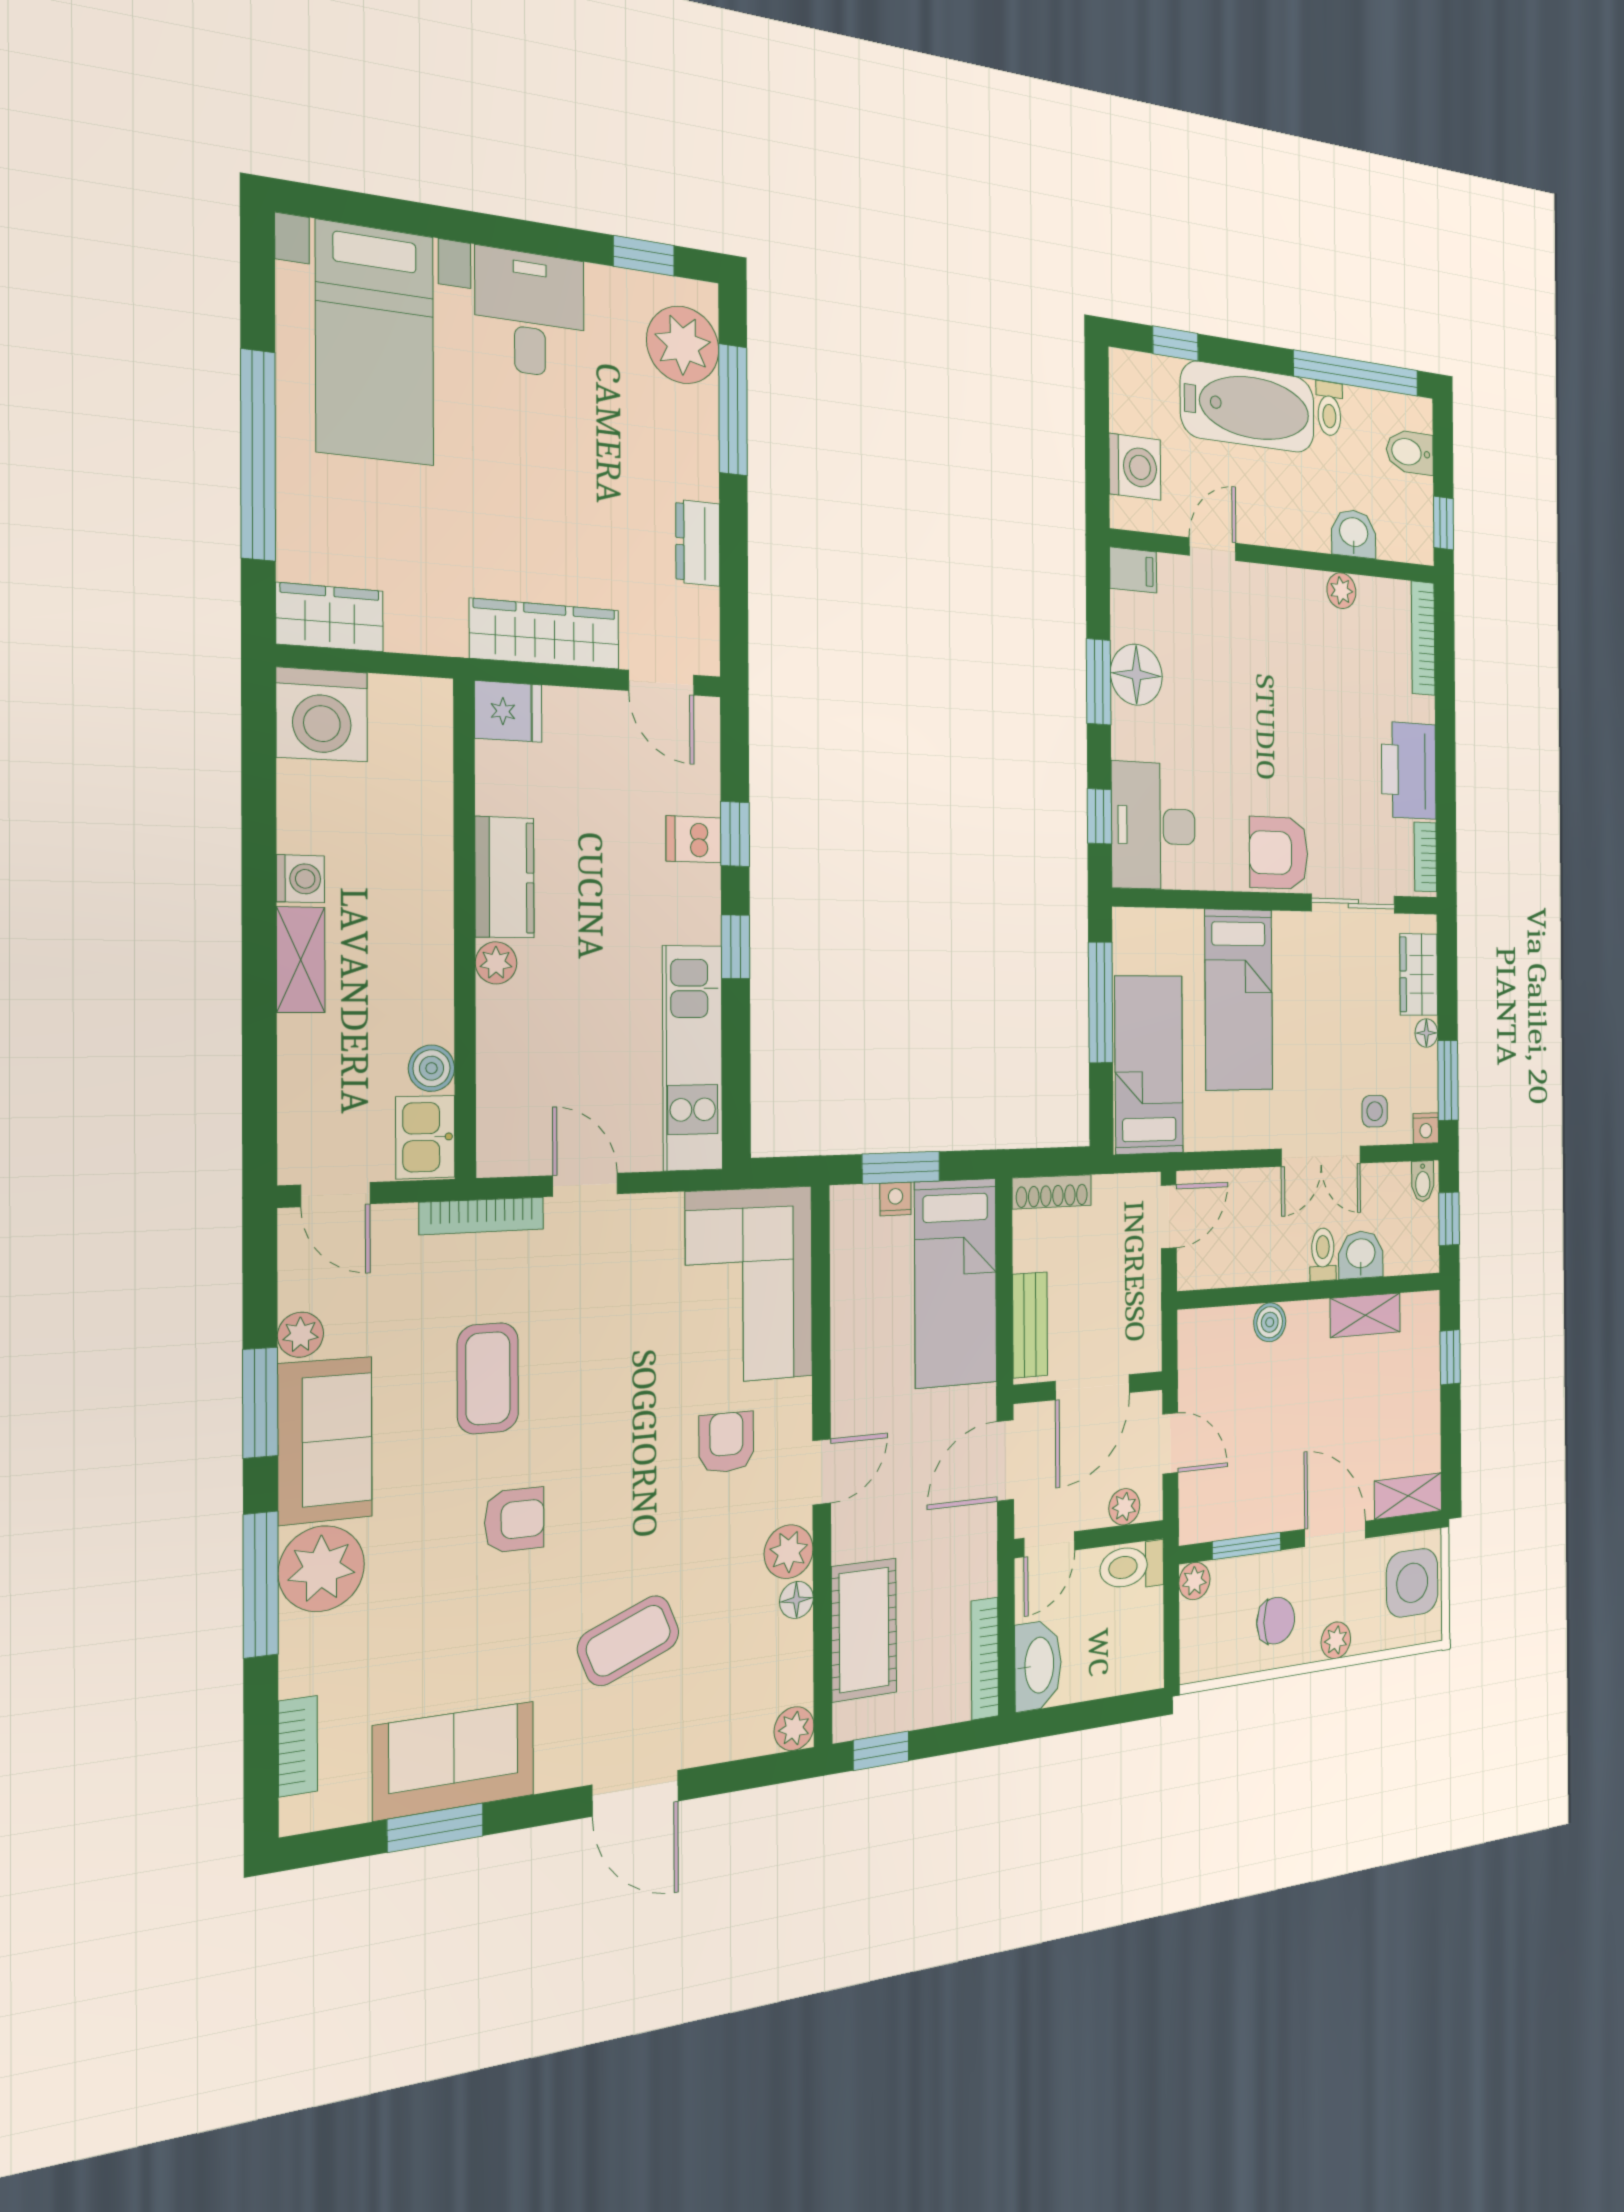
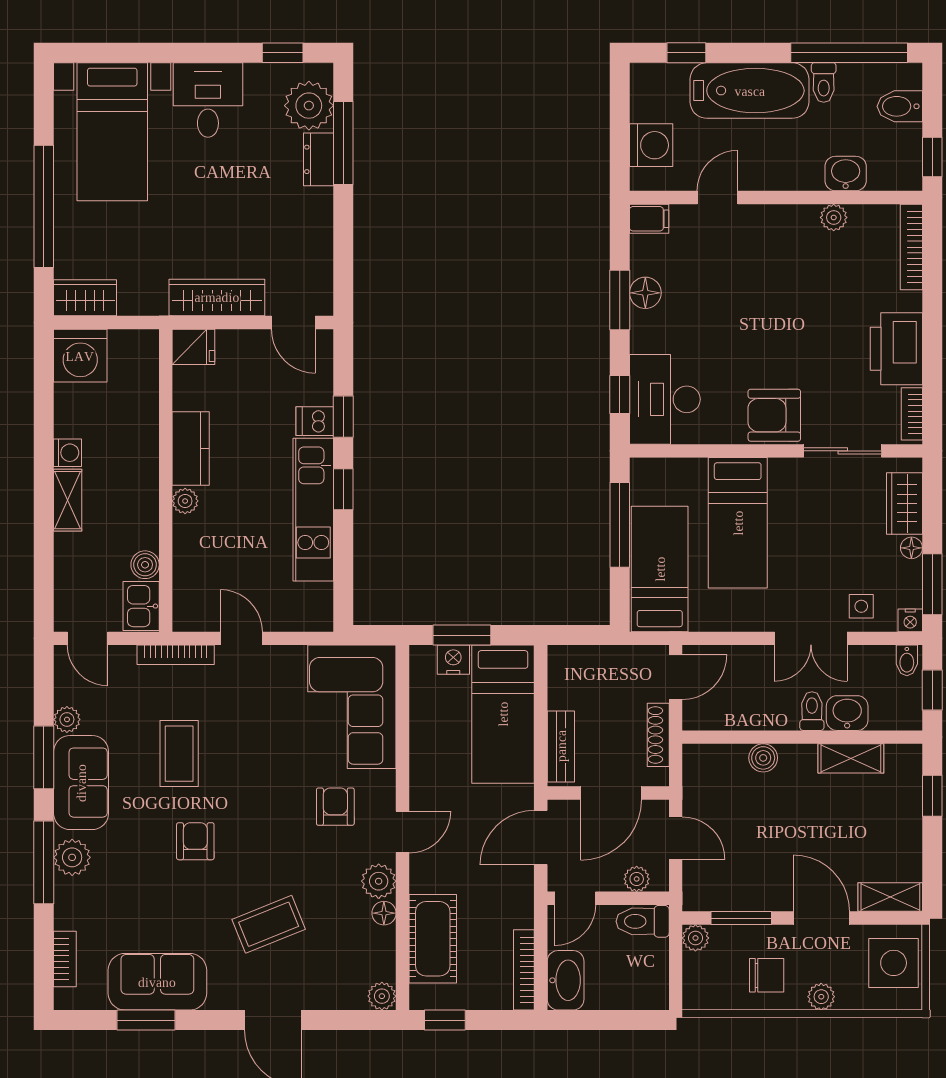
dresser: (698, 543) -> (318, 159), moved
floor lamp: (1136, 675) -> (645, 293), width x0.73, depth x0.73
kitchen unit: (693, 1058) -> (313, 510), moved
shoe rack: (1052, 1192) -> (658, 735), moved, turned 90
nightstand: (896, 1199) -> (453, 660), width x1.39, depth x1.35
armchair: (514, 1520) -> (195, 841), turned -90
plant: (322, 1569) -> (72, 857), width x0.73, depth x0.73

